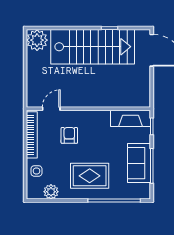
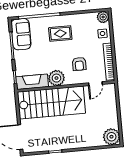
stairs: (93, 47) -> (51, 102), moved, turned 180
plant: (99, 120) -> (56, 78), added
sofa: (139, 163) -> (21, 34), moved
rug: (90, 176) -> (60, 34), width x0.73, depth x0.70
plant: (51, 192) -> (103, 17), moved

